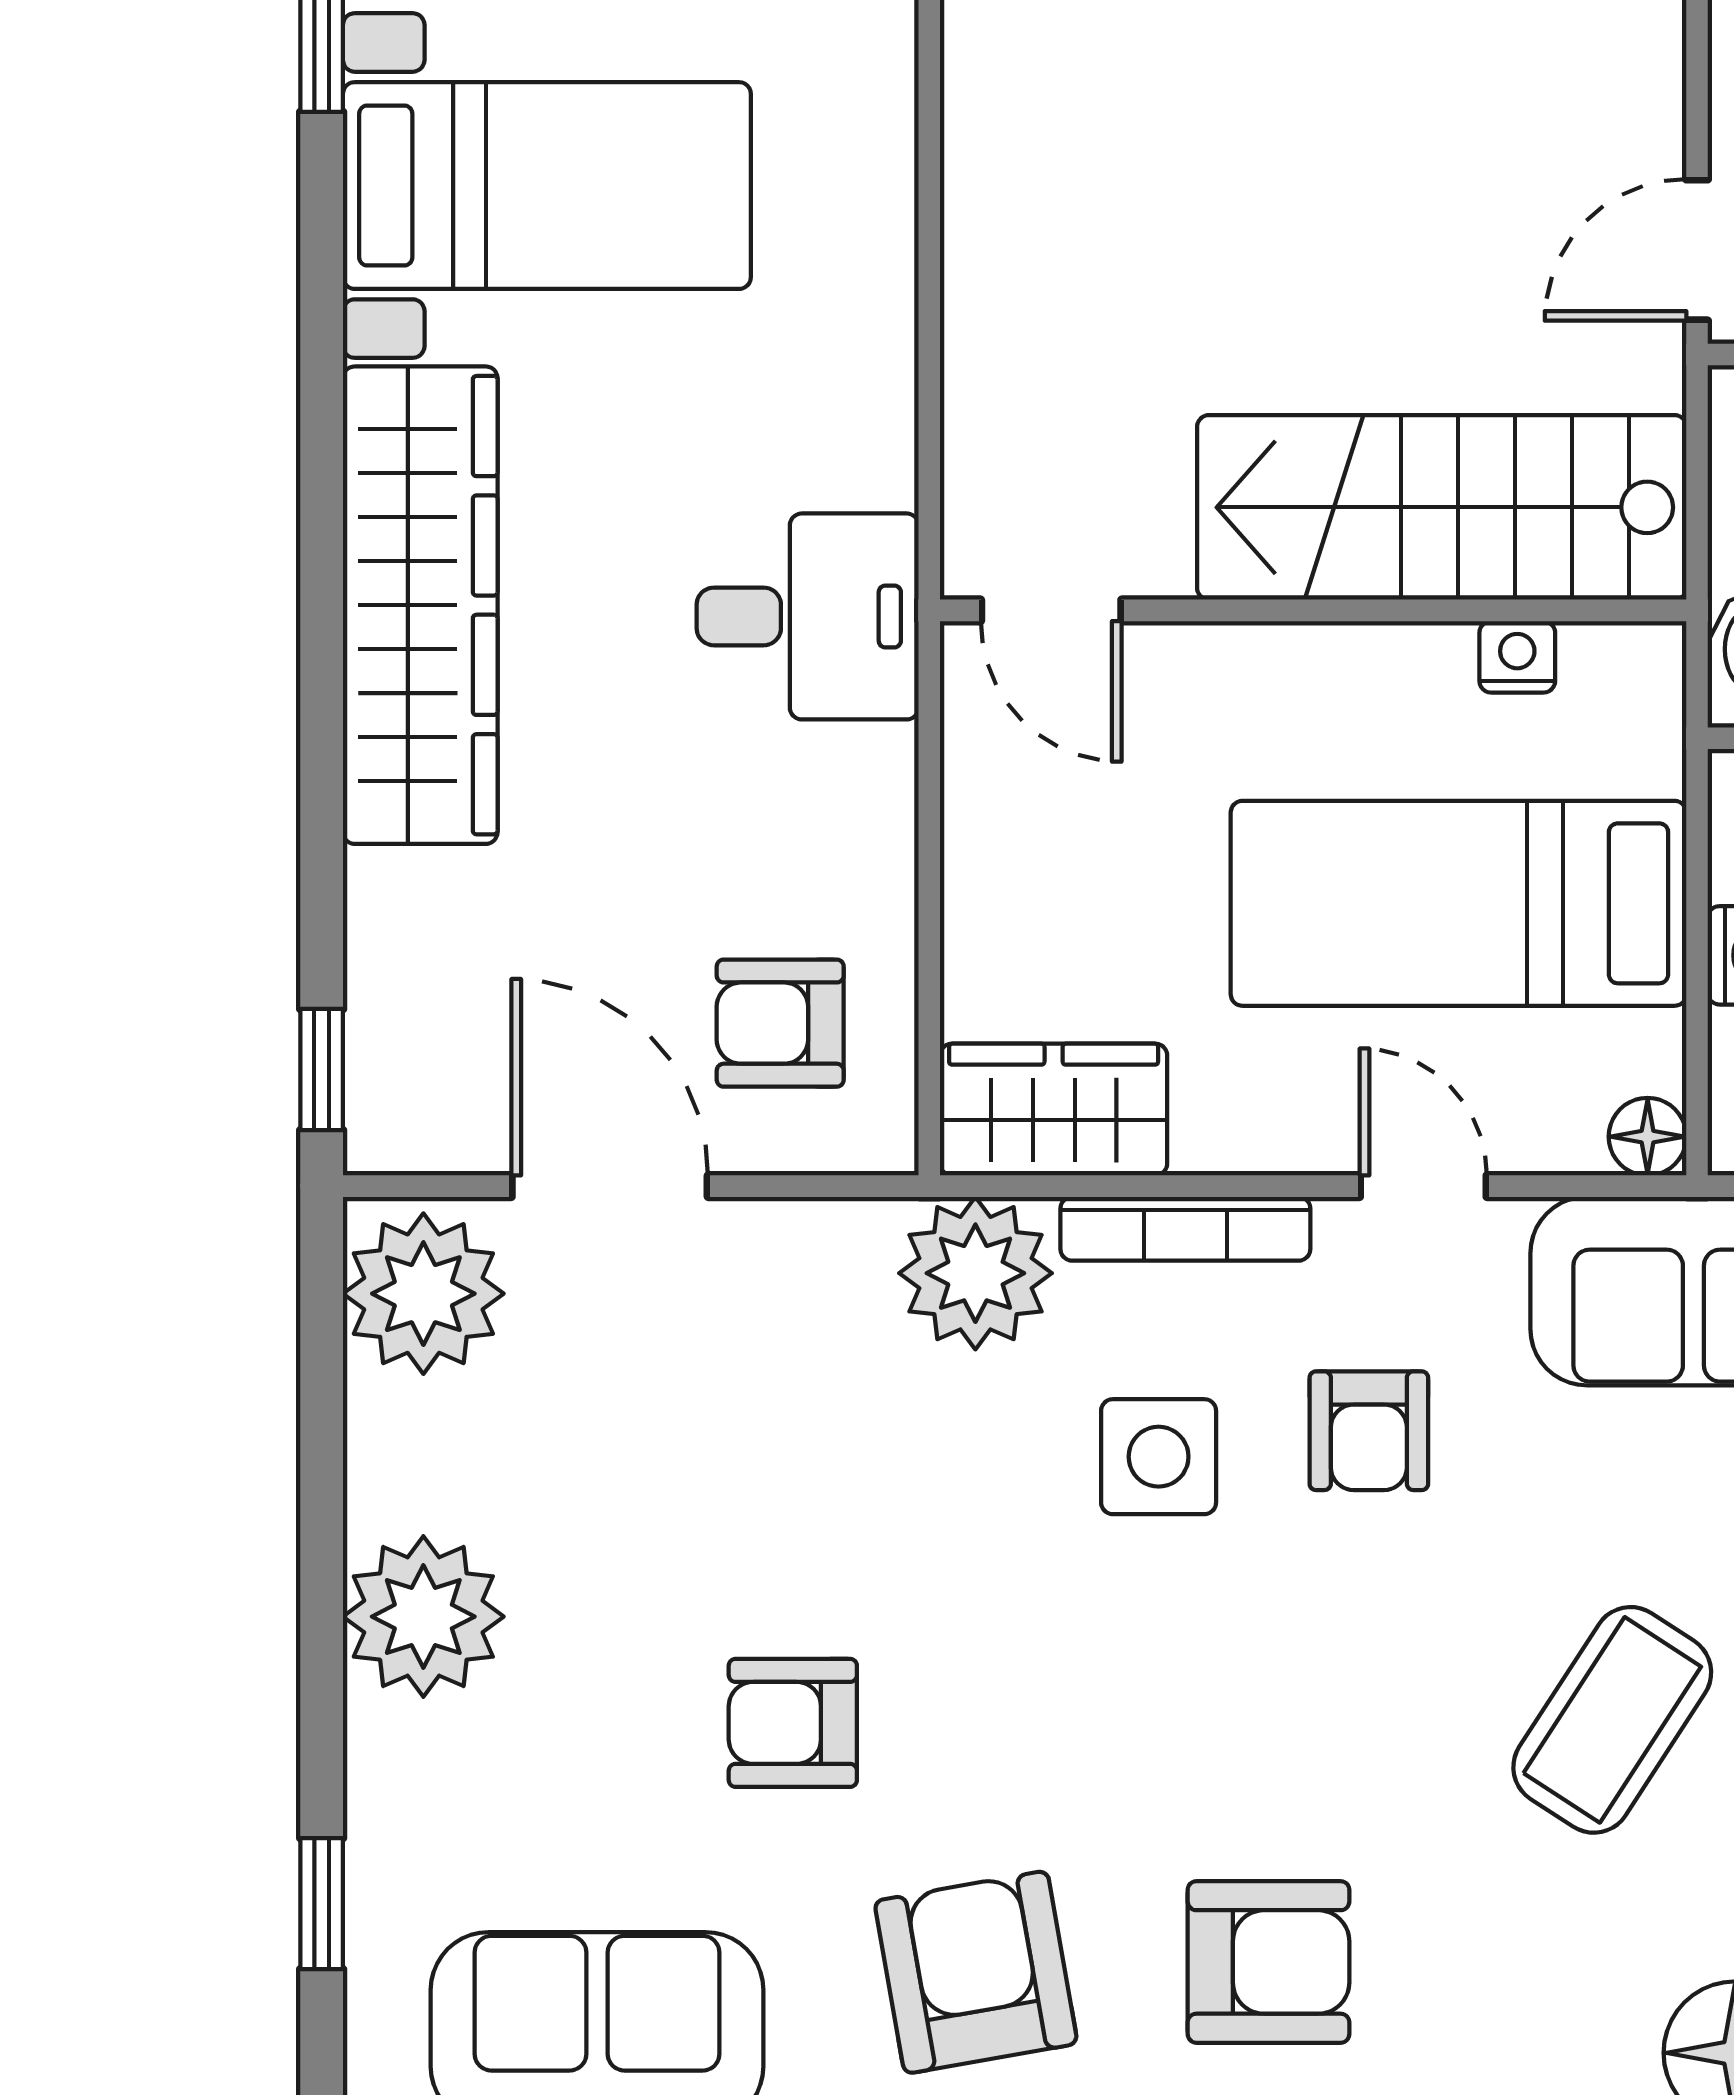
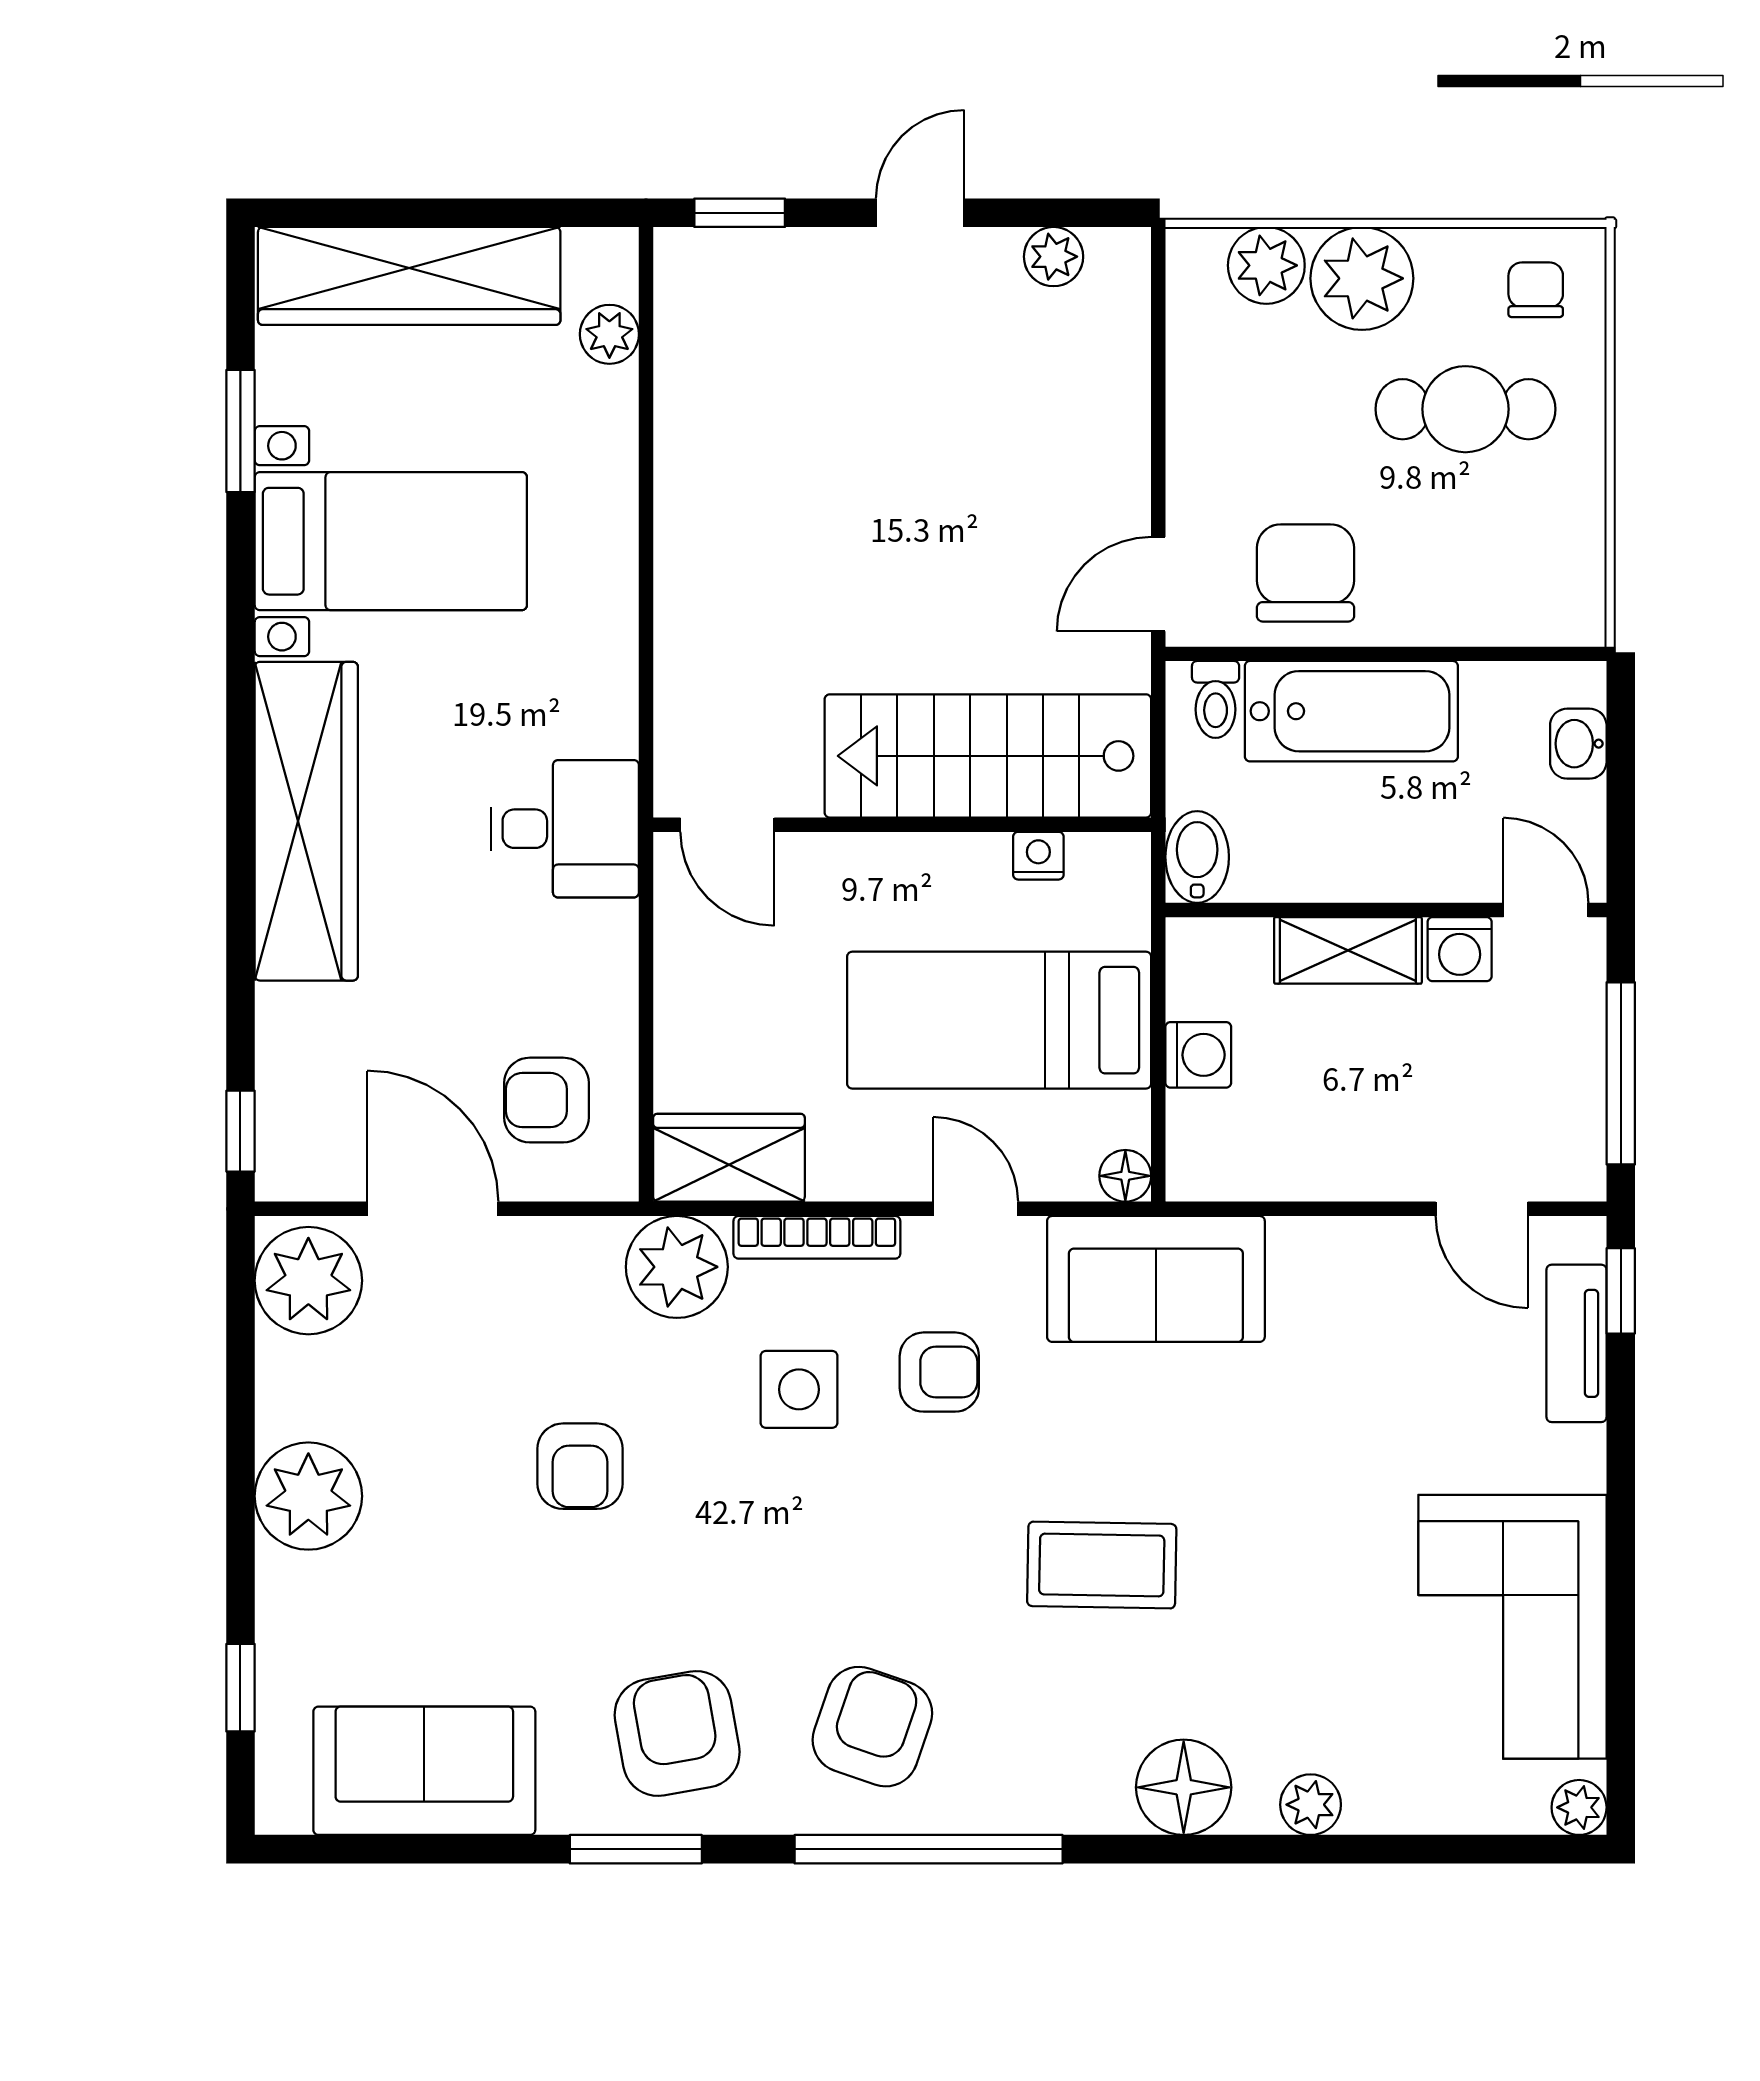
armchair: (1369, 1431) -> (939, 1372), turned -90
coffee table: (1612, 1720) -> (1102, 1565), turned 58
armchair: (793, 1723) -> (580, 1466), moved, turned -90
armchair: (1269, 1962) -> (872, 1727), turned -71

